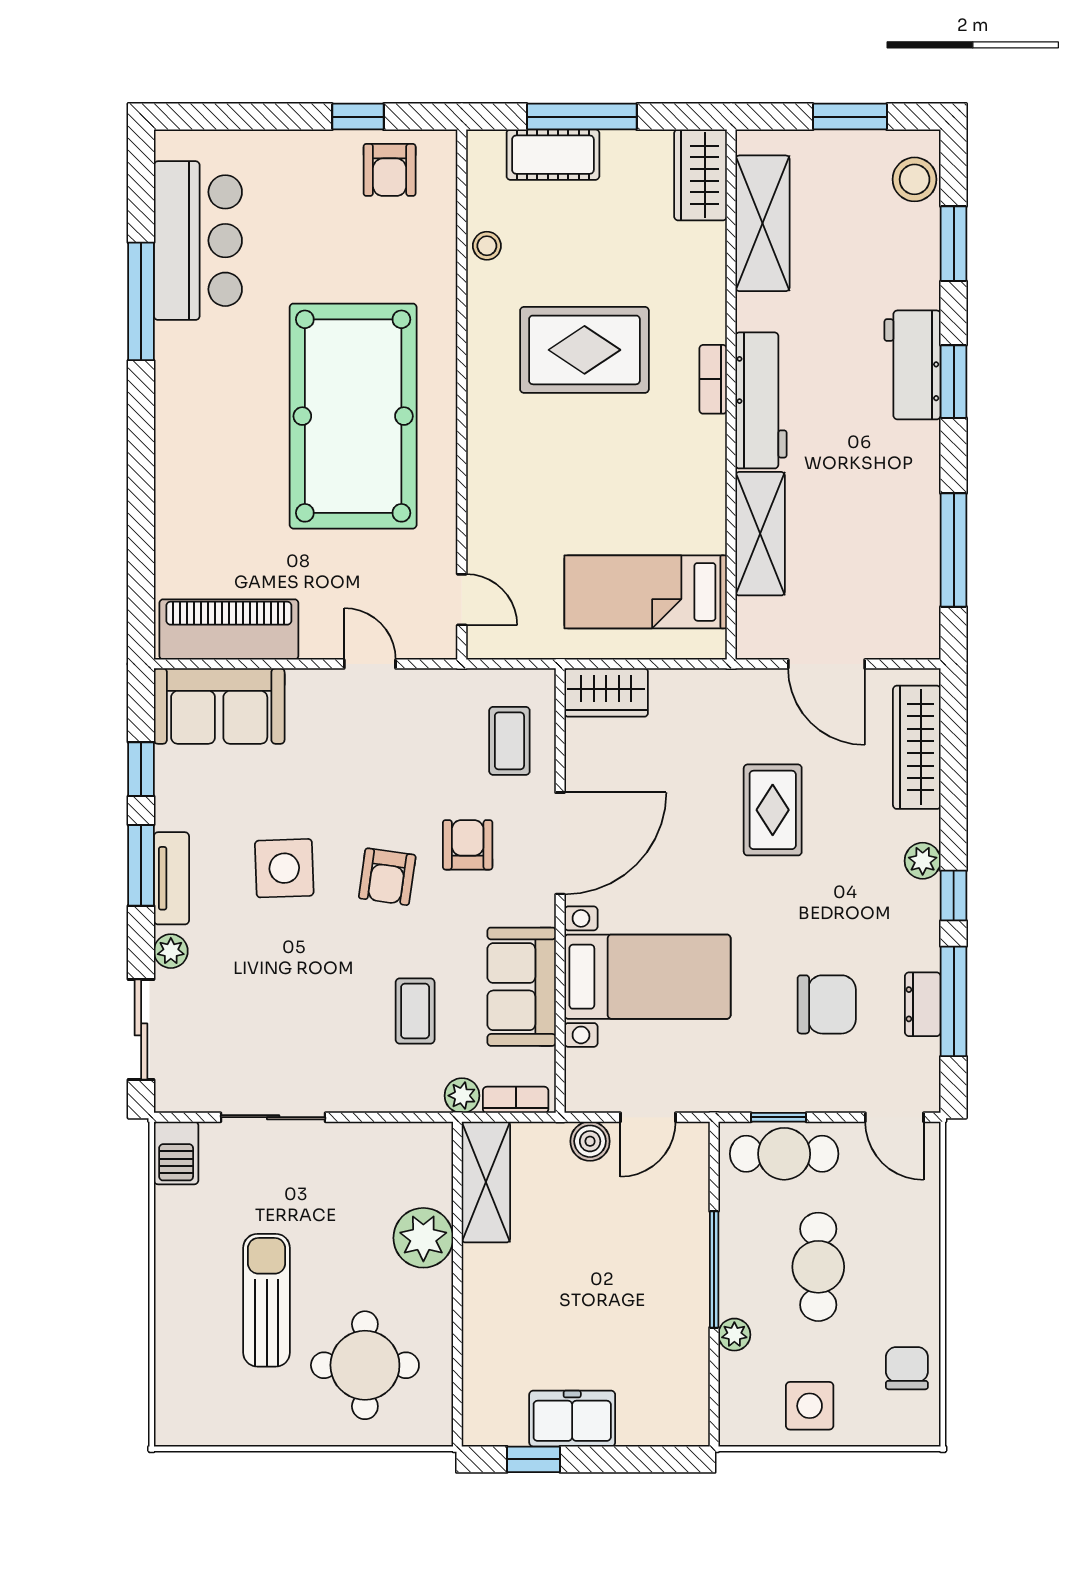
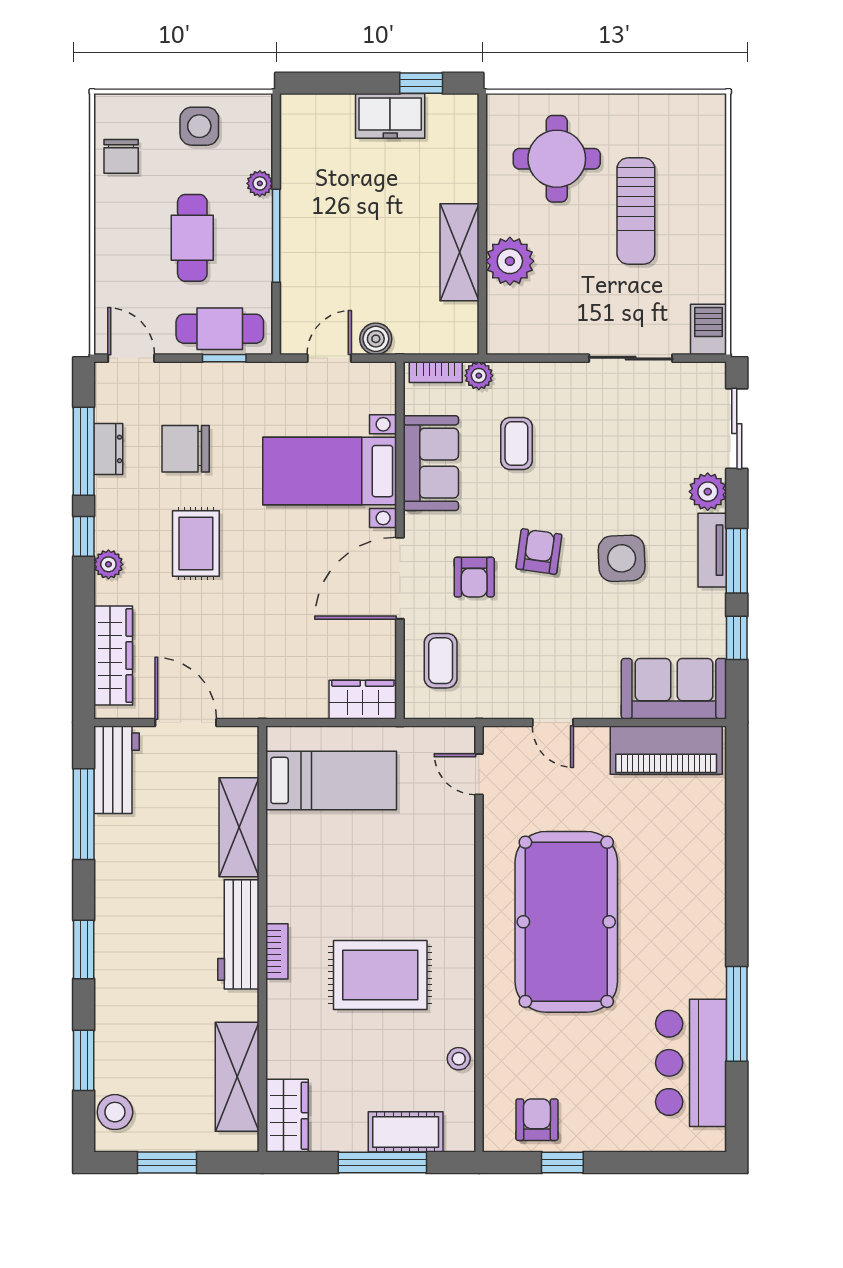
workbench: (913, 365) -> (117, 770), moved
rug: (773, 810) -> (196, 543), moved
plant: (171, 951) -> (708, 492), width x1.38, depth x1.38
shelving: (486, 1182) -> (460, 252), moved

